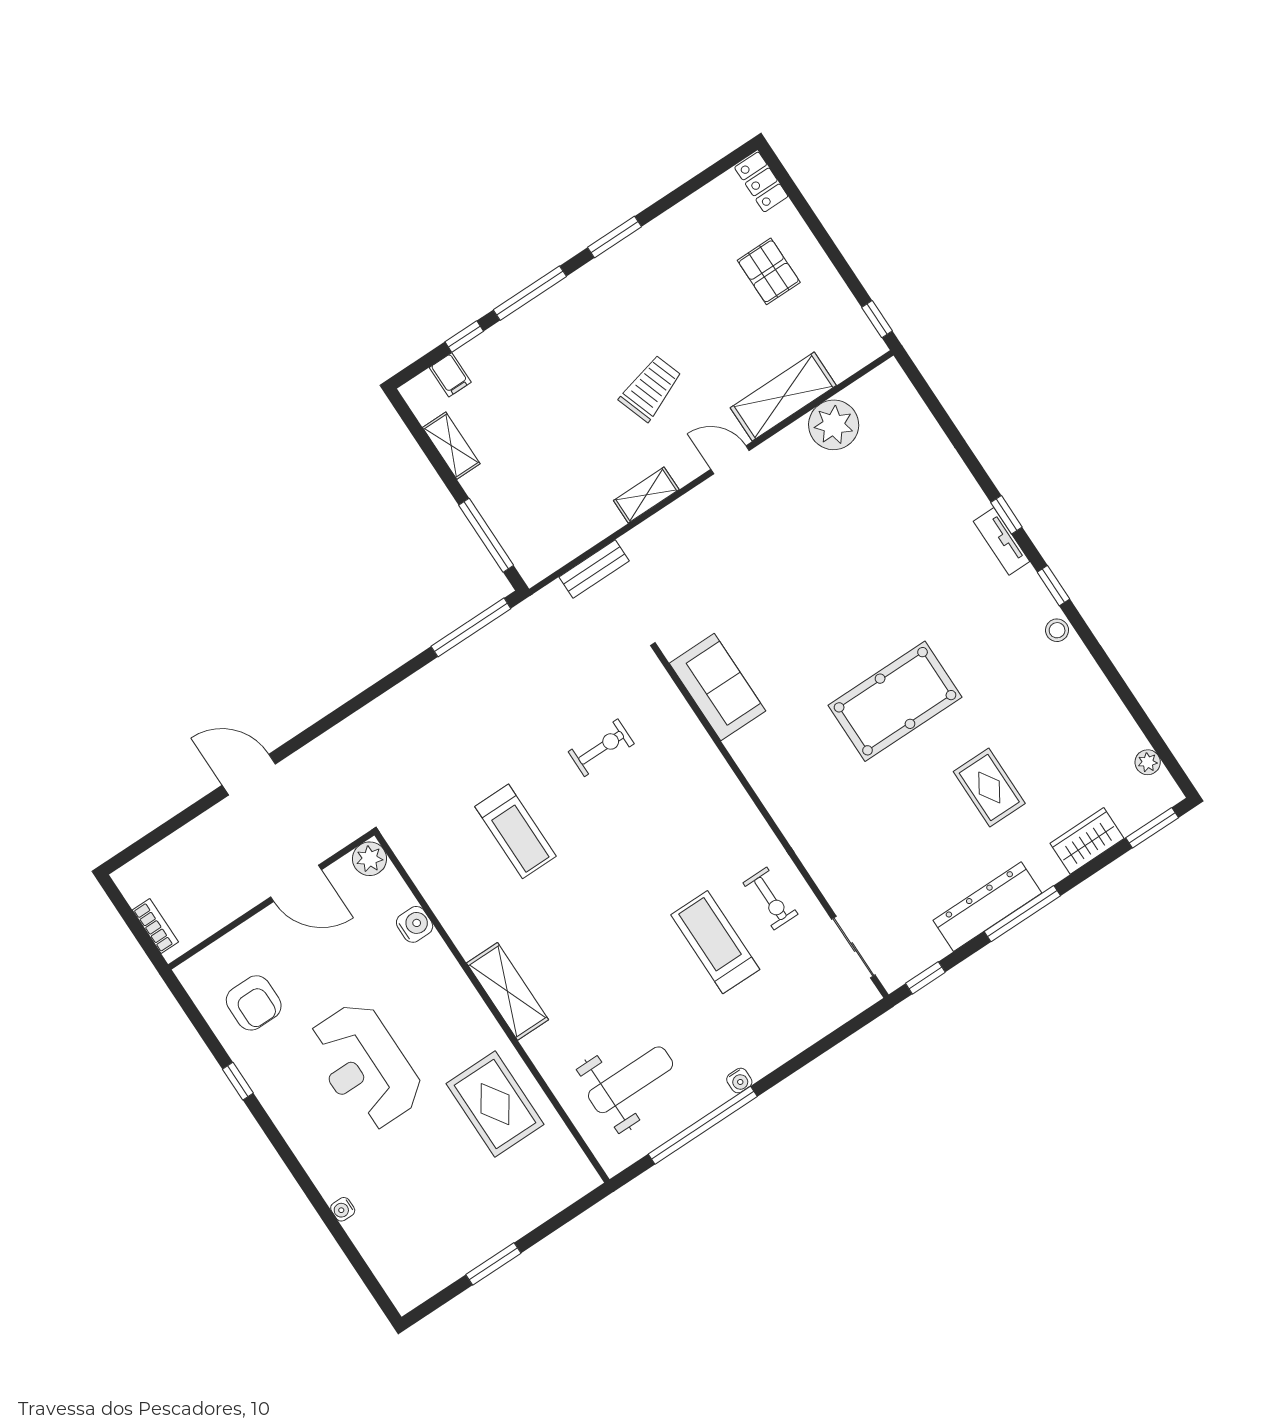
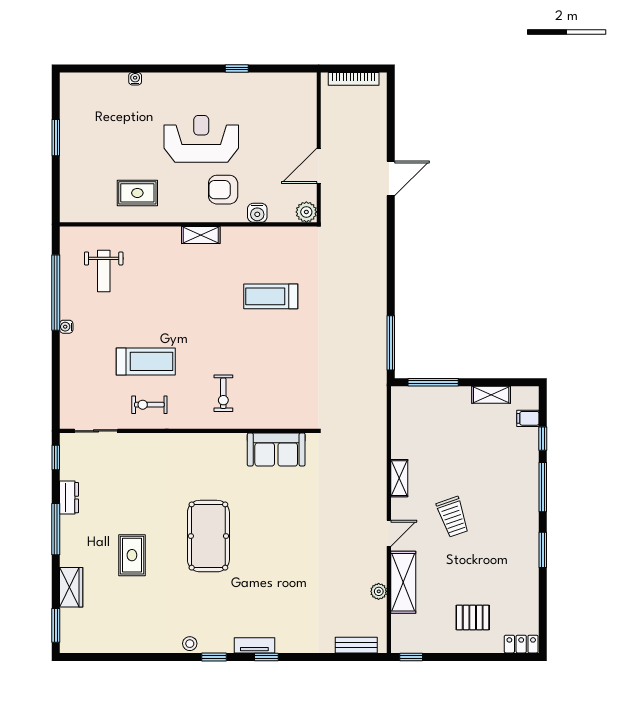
plant: (834, 425) -> (379, 591), width x0.53, depth x0.53
bench: (594, 569) -> (356, 645), moved, turned 90
exercise bike: (601, 748) -> (223, 393), moved
plant: (1148, 762) -> (91, 645), removed
rug: (989, 787) -> (132, 555), turned 90
dresser: (987, 907) -> (69, 498), width x0.51, depth x0.80
bookcase: (155, 926) -> (354, 79), width x1.56
shelving: (508, 991) -> (201, 235), width x0.67, depth x0.75
armchair: (254, 1003) -> (223, 190), moved
weight bench: (631, 1080) -> (104, 271), width x0.73, depth x0.75
rug: (495, 1104) -> (137, 193), width x0.73, depth x0.70

